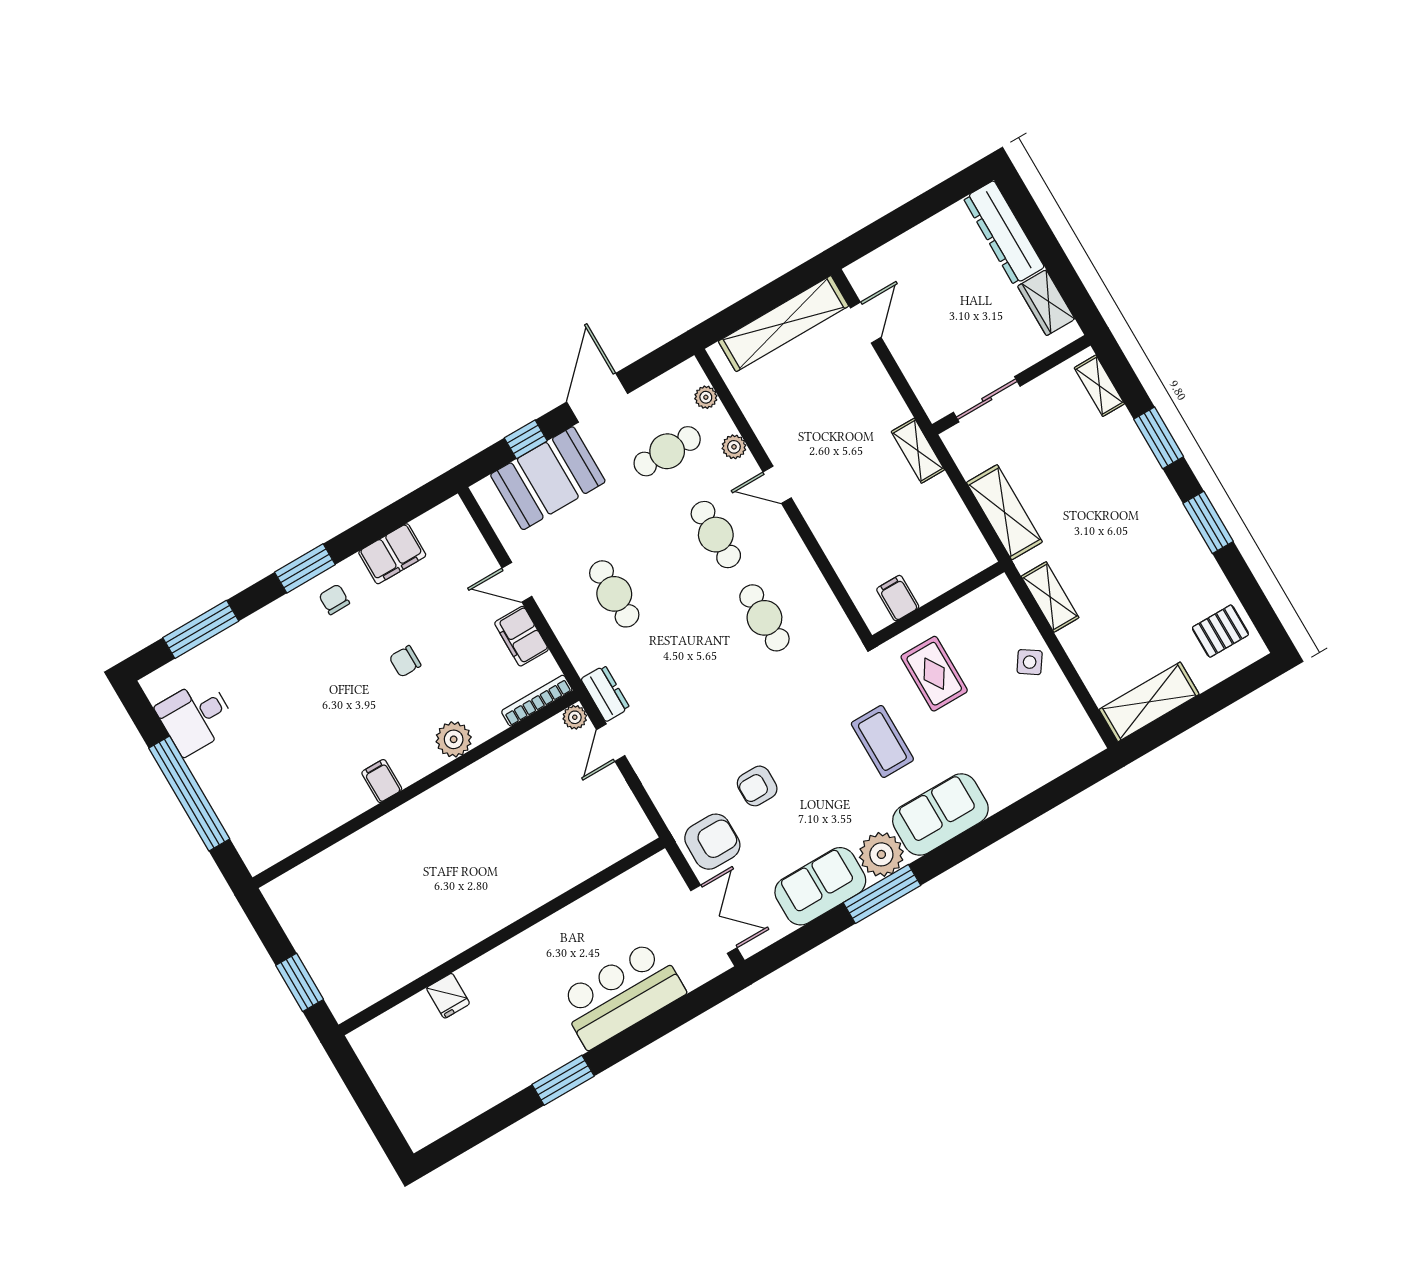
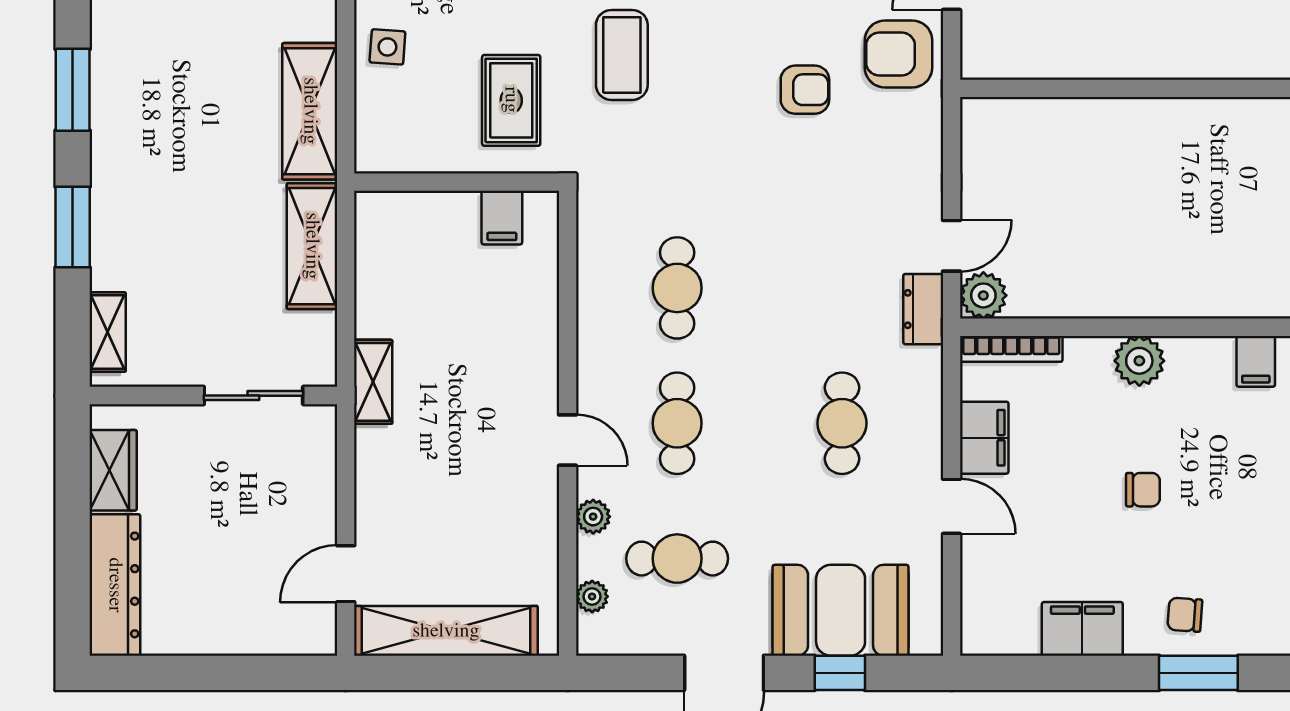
shelving: (1050, 597) -> (310, 111), width x1.50, depth x1.33
chair: (334, 599) -> (1185, 615), turned 94
side table: (1030, 662) -> (387, 47), turned -30
plant: (575, 717) -> (983, 295), width x1.38, depth x1.38

